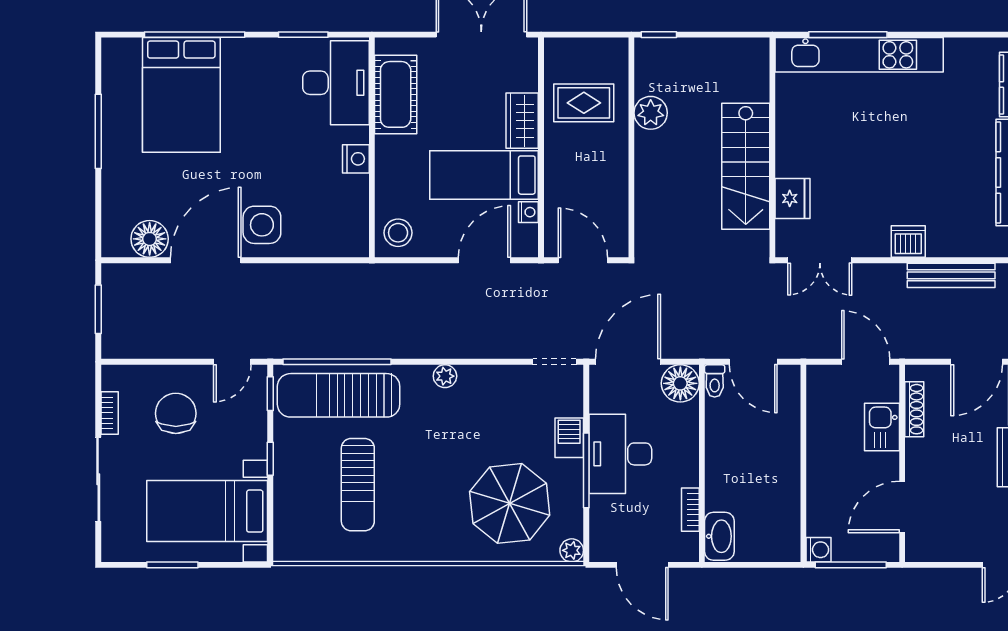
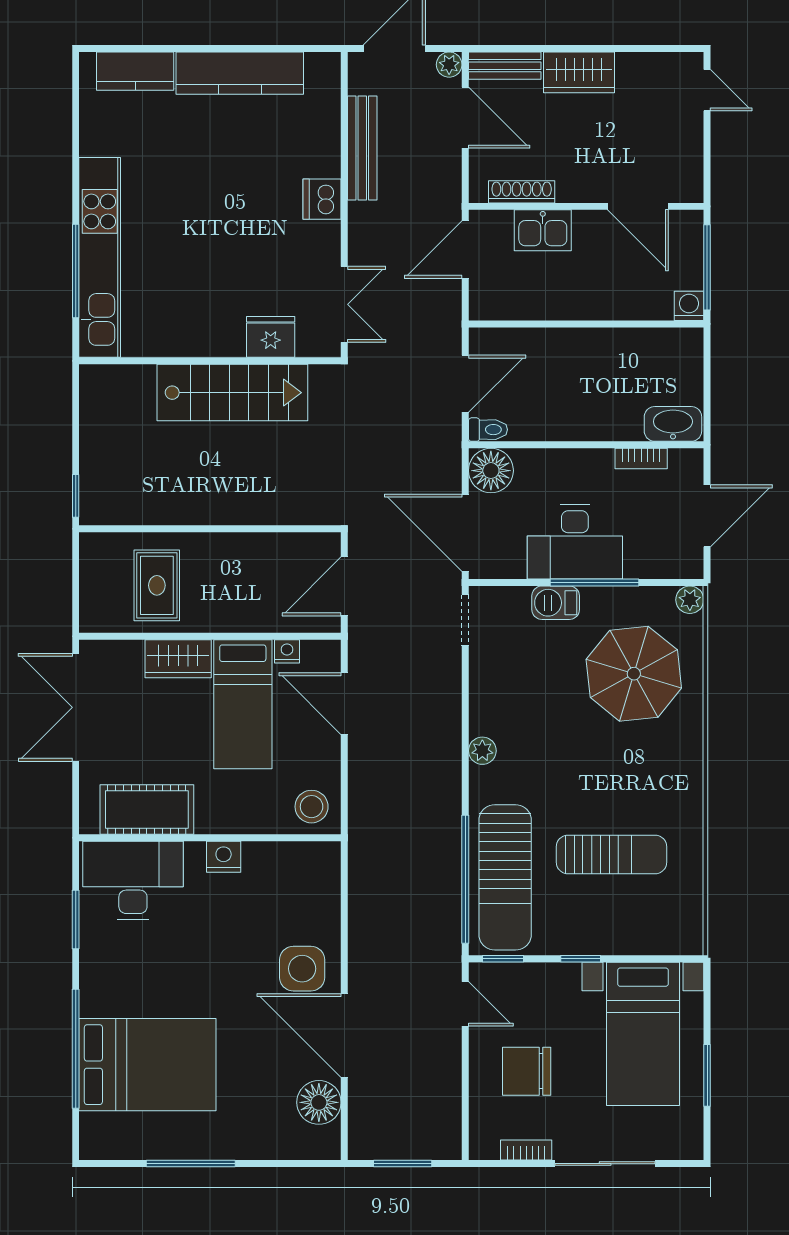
plant: (651, 113) -> (169, 506), removed

